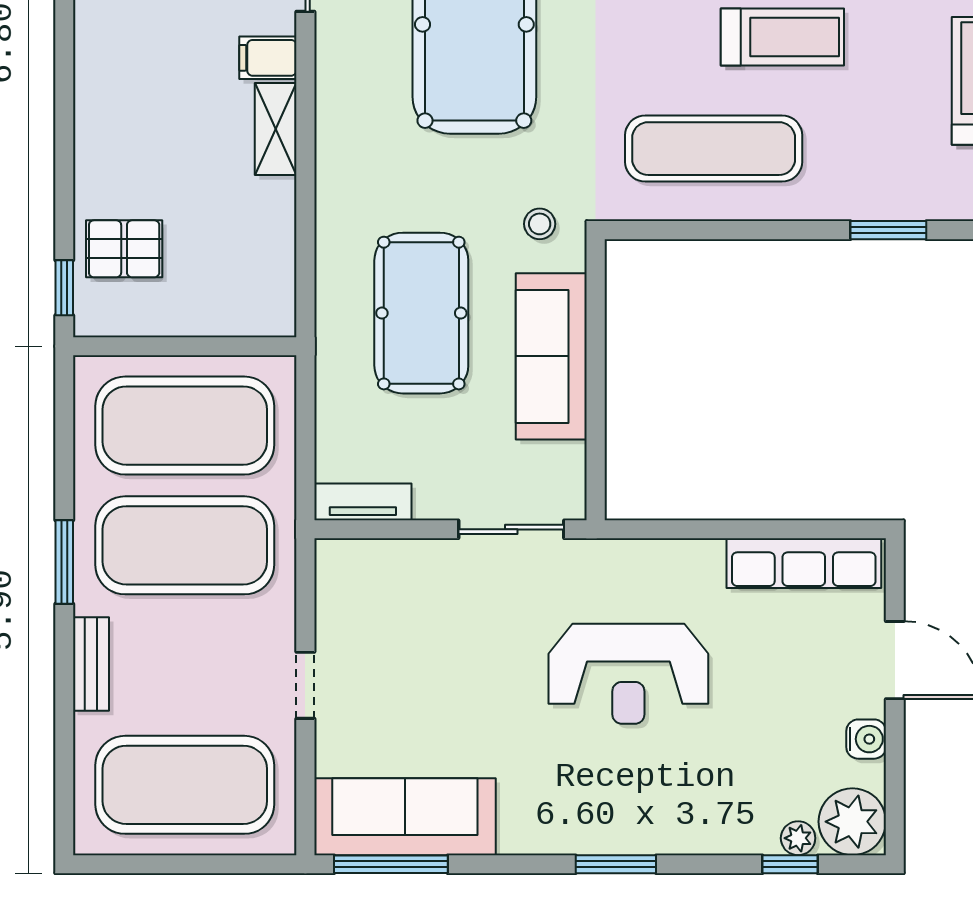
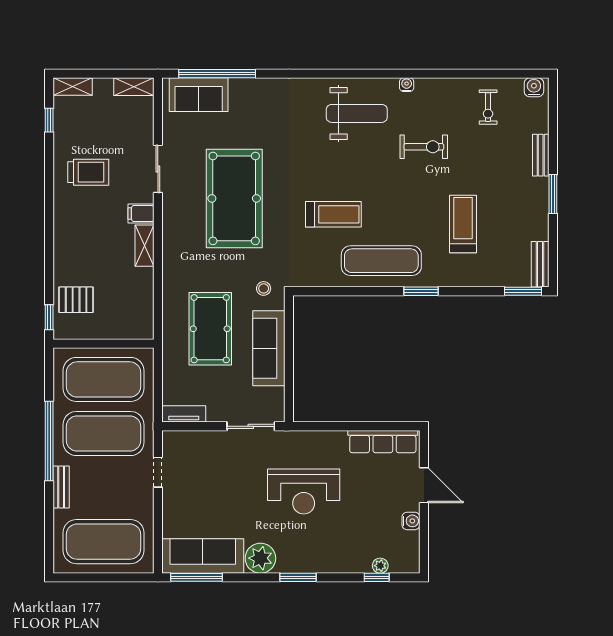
treadmill: (782, 37) -> (333, 214), moved
exercise mat: (714, 149) -> (381, 261), moved
window: (64, 562) -> (49, 441), width x2.11
doorway: (305, 685) -> (158, 472), moved
plant: (852, 822) -> (260, 558), moved

